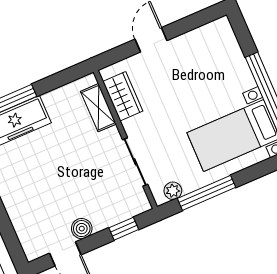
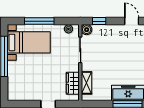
window: (206, 193) -> (39, 21), moved
boiler: (82, 229) -> (87, 30), moved

